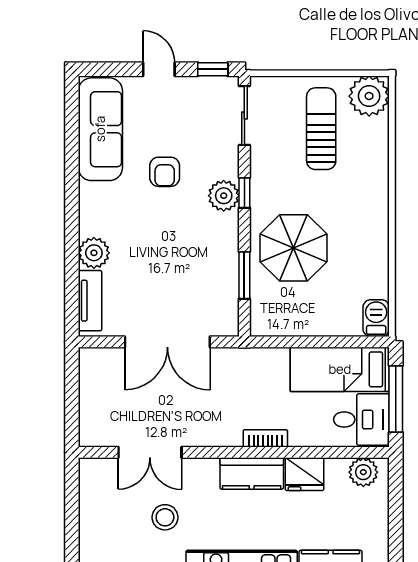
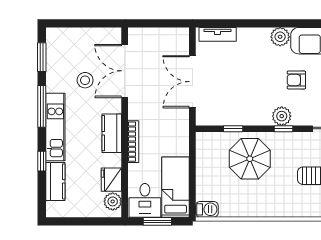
plant: (94, 253) -> (280, 37), moved
window: (244, 275) -> (233, 129), width x0.67
window: (396, 399) -> (157, 221), width x0.69
bookcase: (265, 438) -> (133, 142), width x1.56
double door: (150, 452) -> (125, 71), width x1.37
fridge: (305, 474) -> (111, 180), moved

